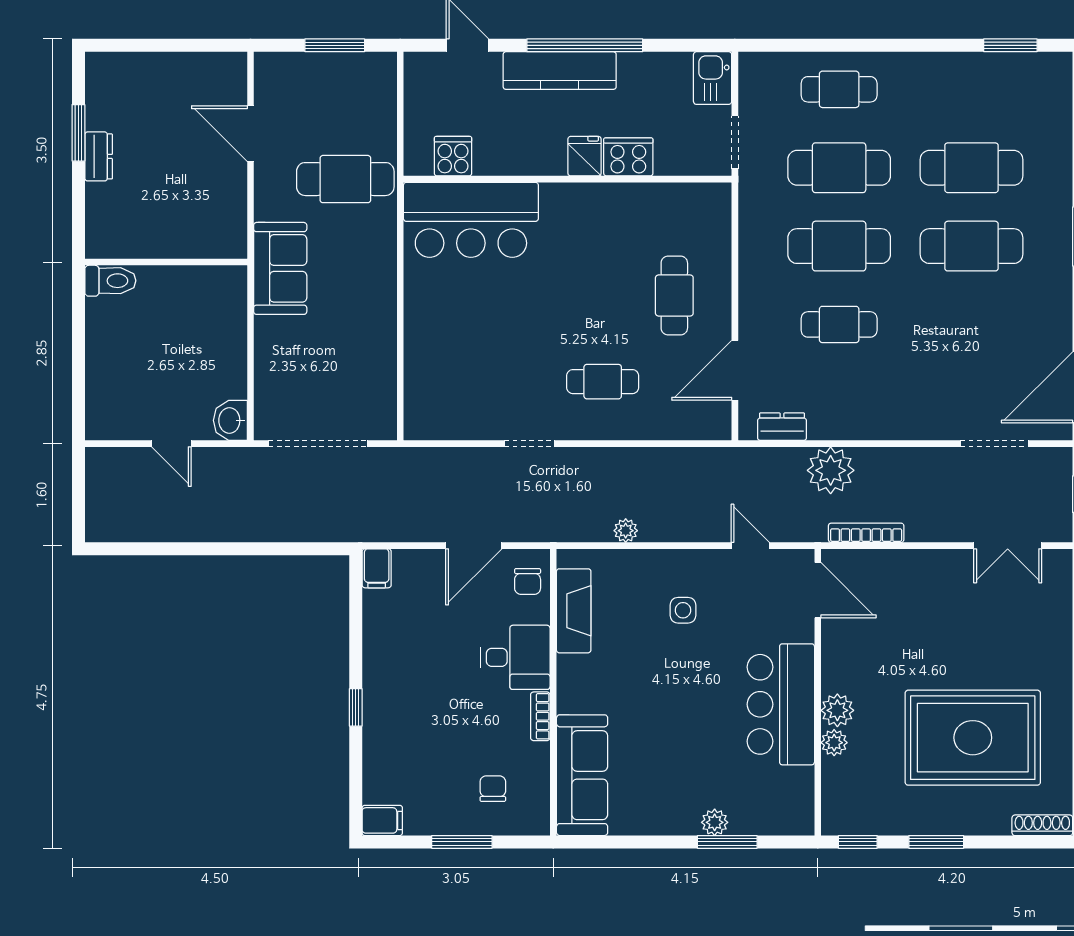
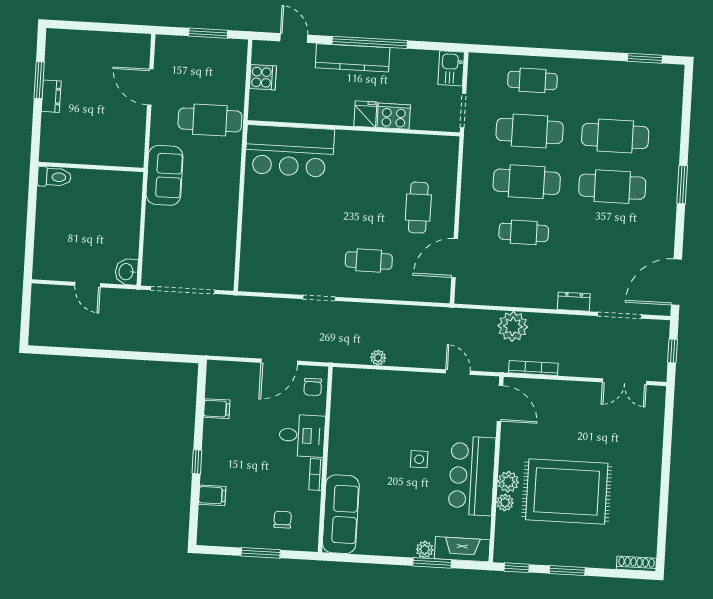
cooker: (453, 156) -> (263, 77), moved, turned 90
dresser: (782, 427) -> (574, 302), moved
filing cabinet: (377, 568) -> (217, 409), moved, turned -90
side table: (683, 610) -> (419, 459), moved
fireplace: (574, 611) -> (462, 549), moved, turned -90
rug: (973, 738) -> (567, 492), moved
filing cabinet: (382, 820) -> (212, 495), moved

